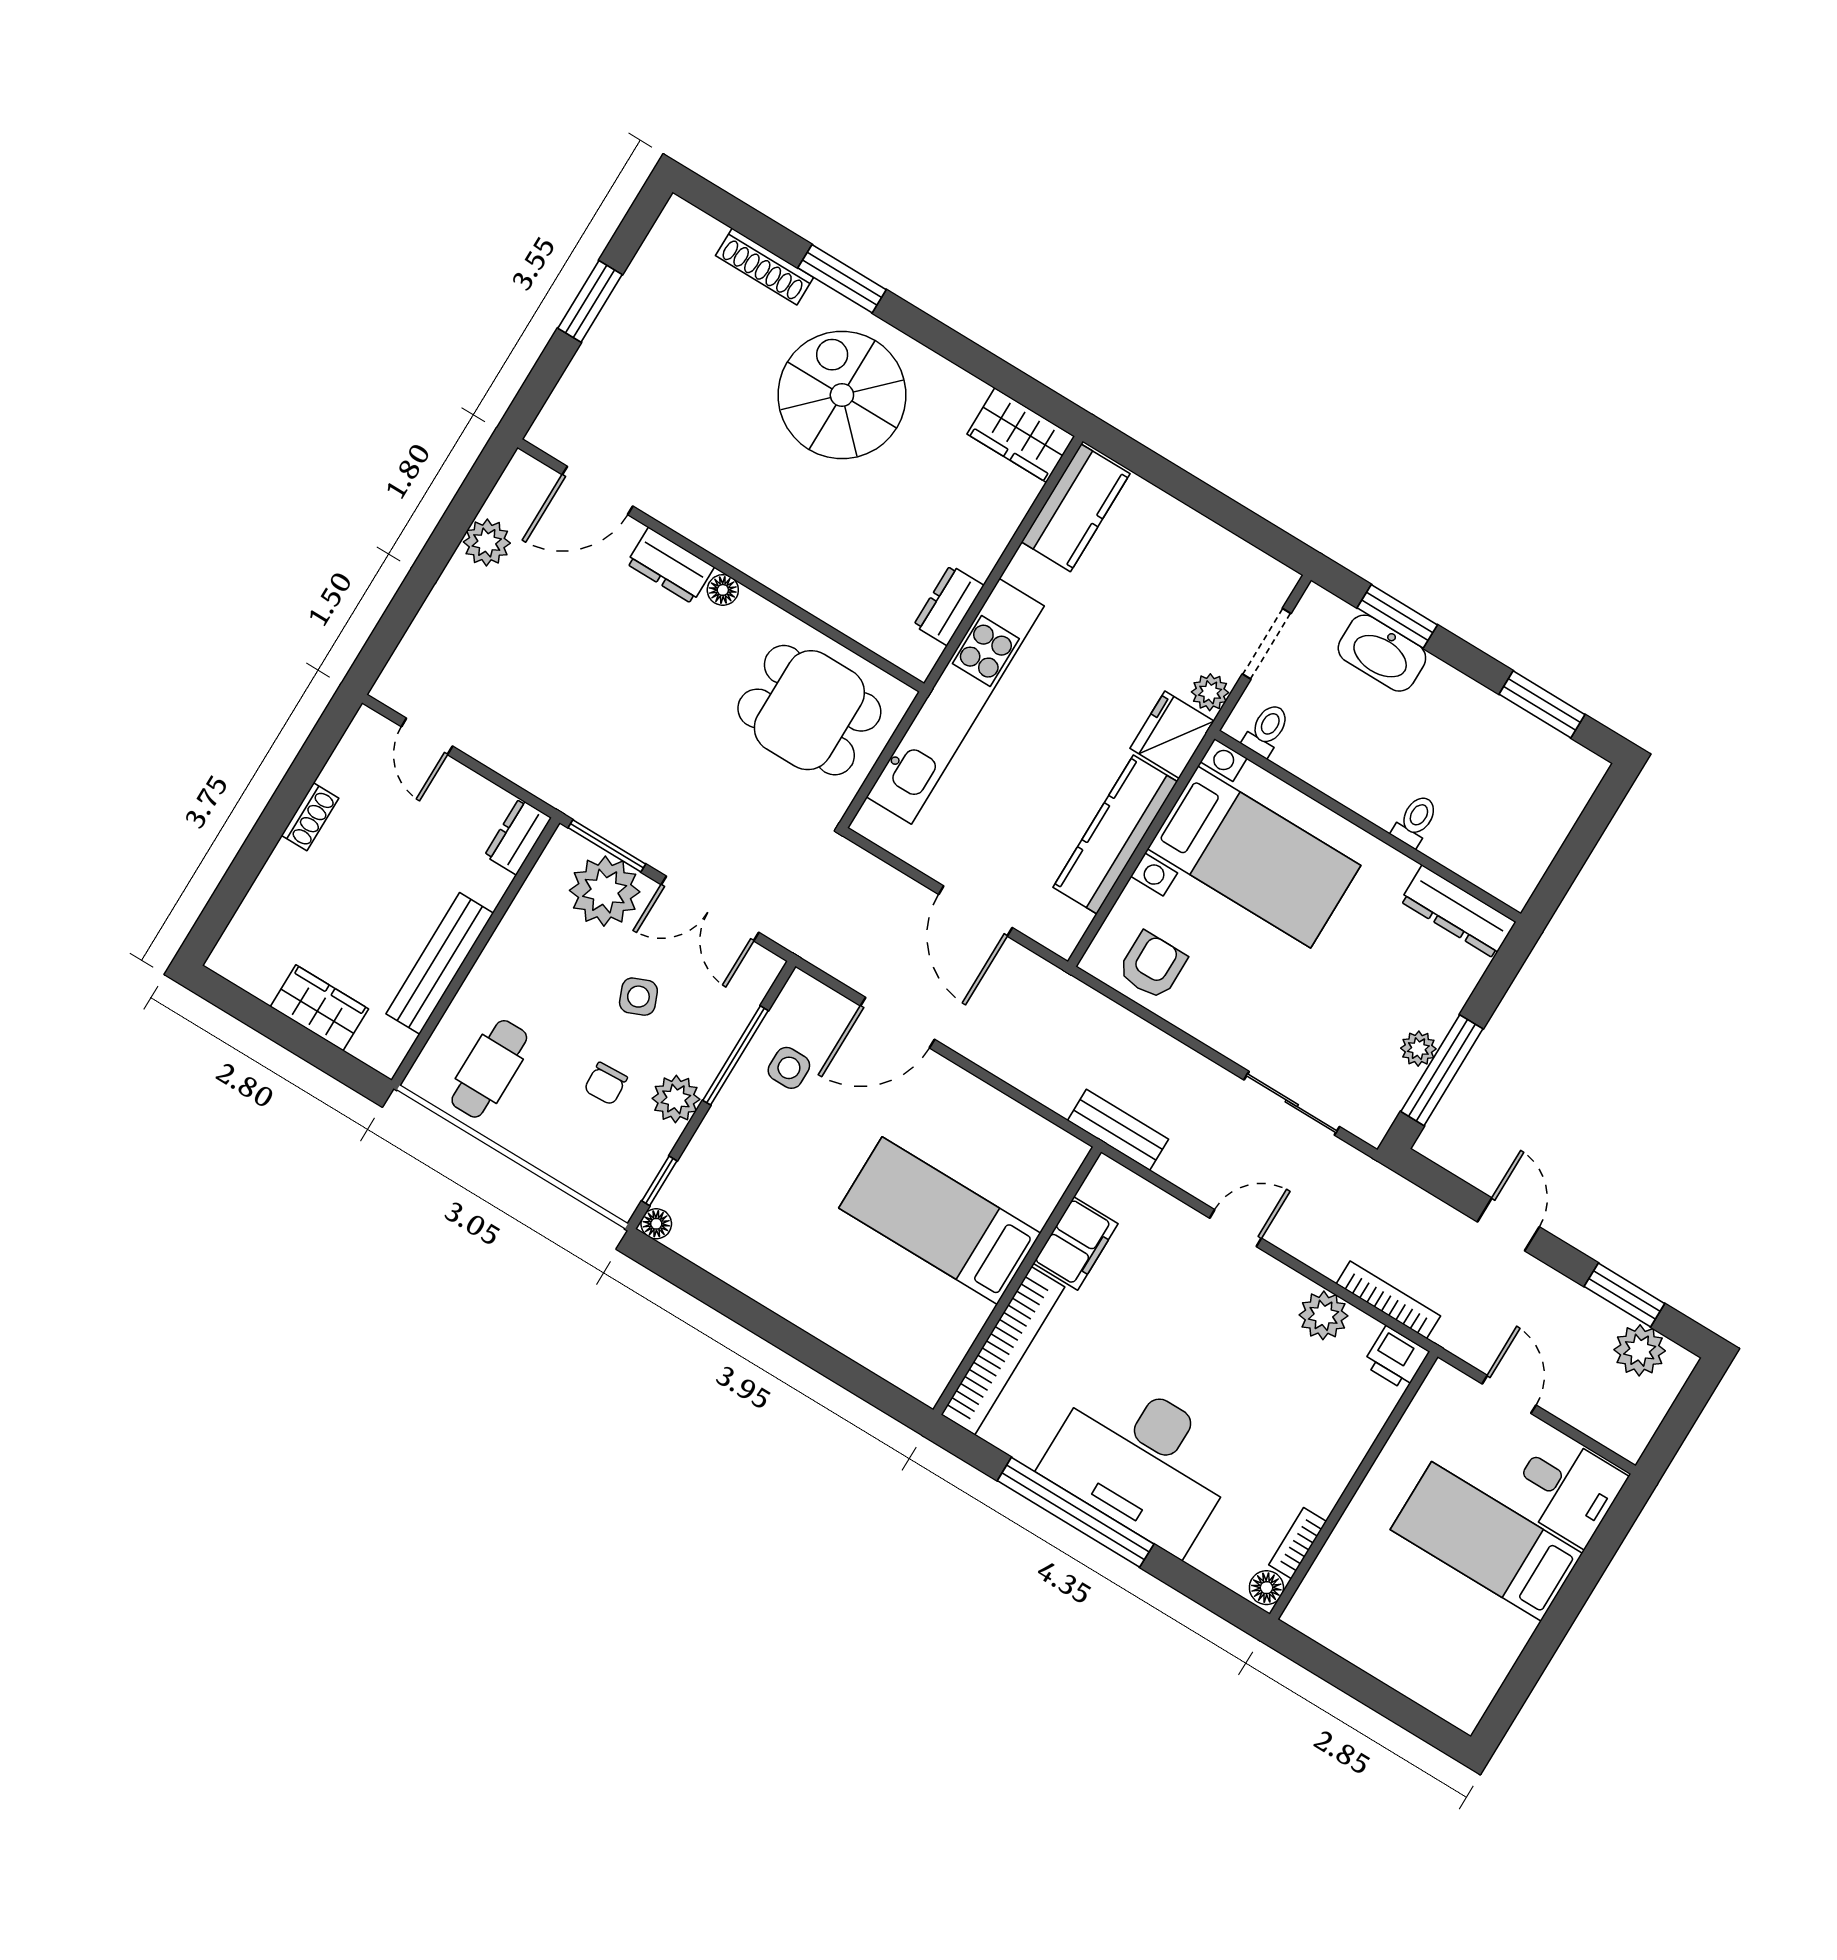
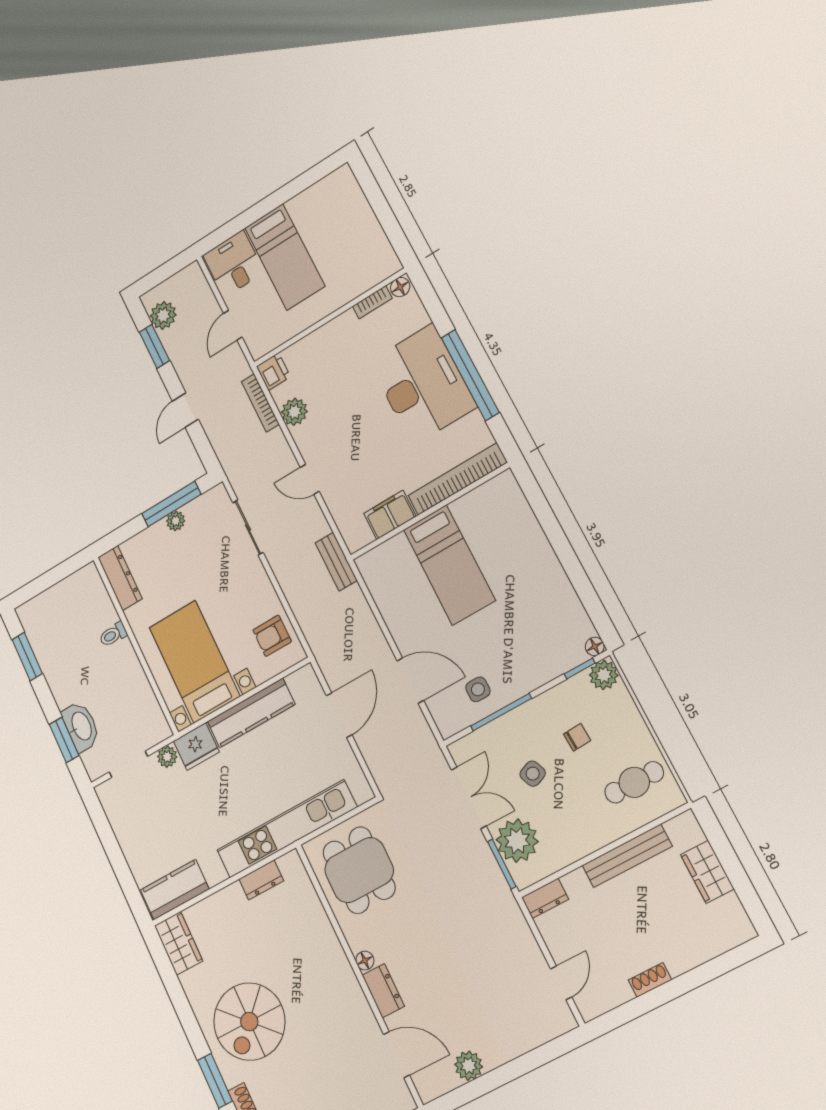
toilet: (1267, 730) -> (153, 722), removed
plant: (676, 1099) -> (604, 675), moved

